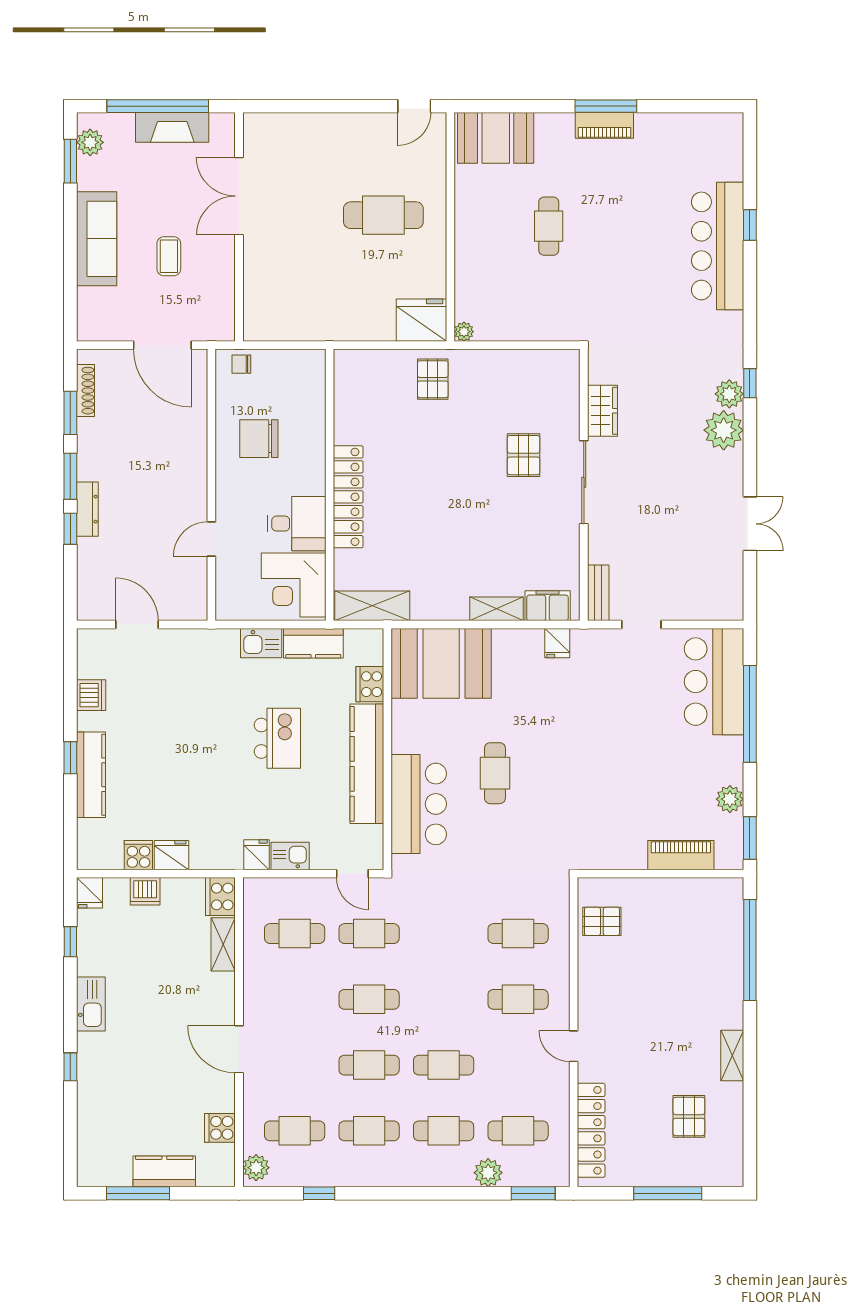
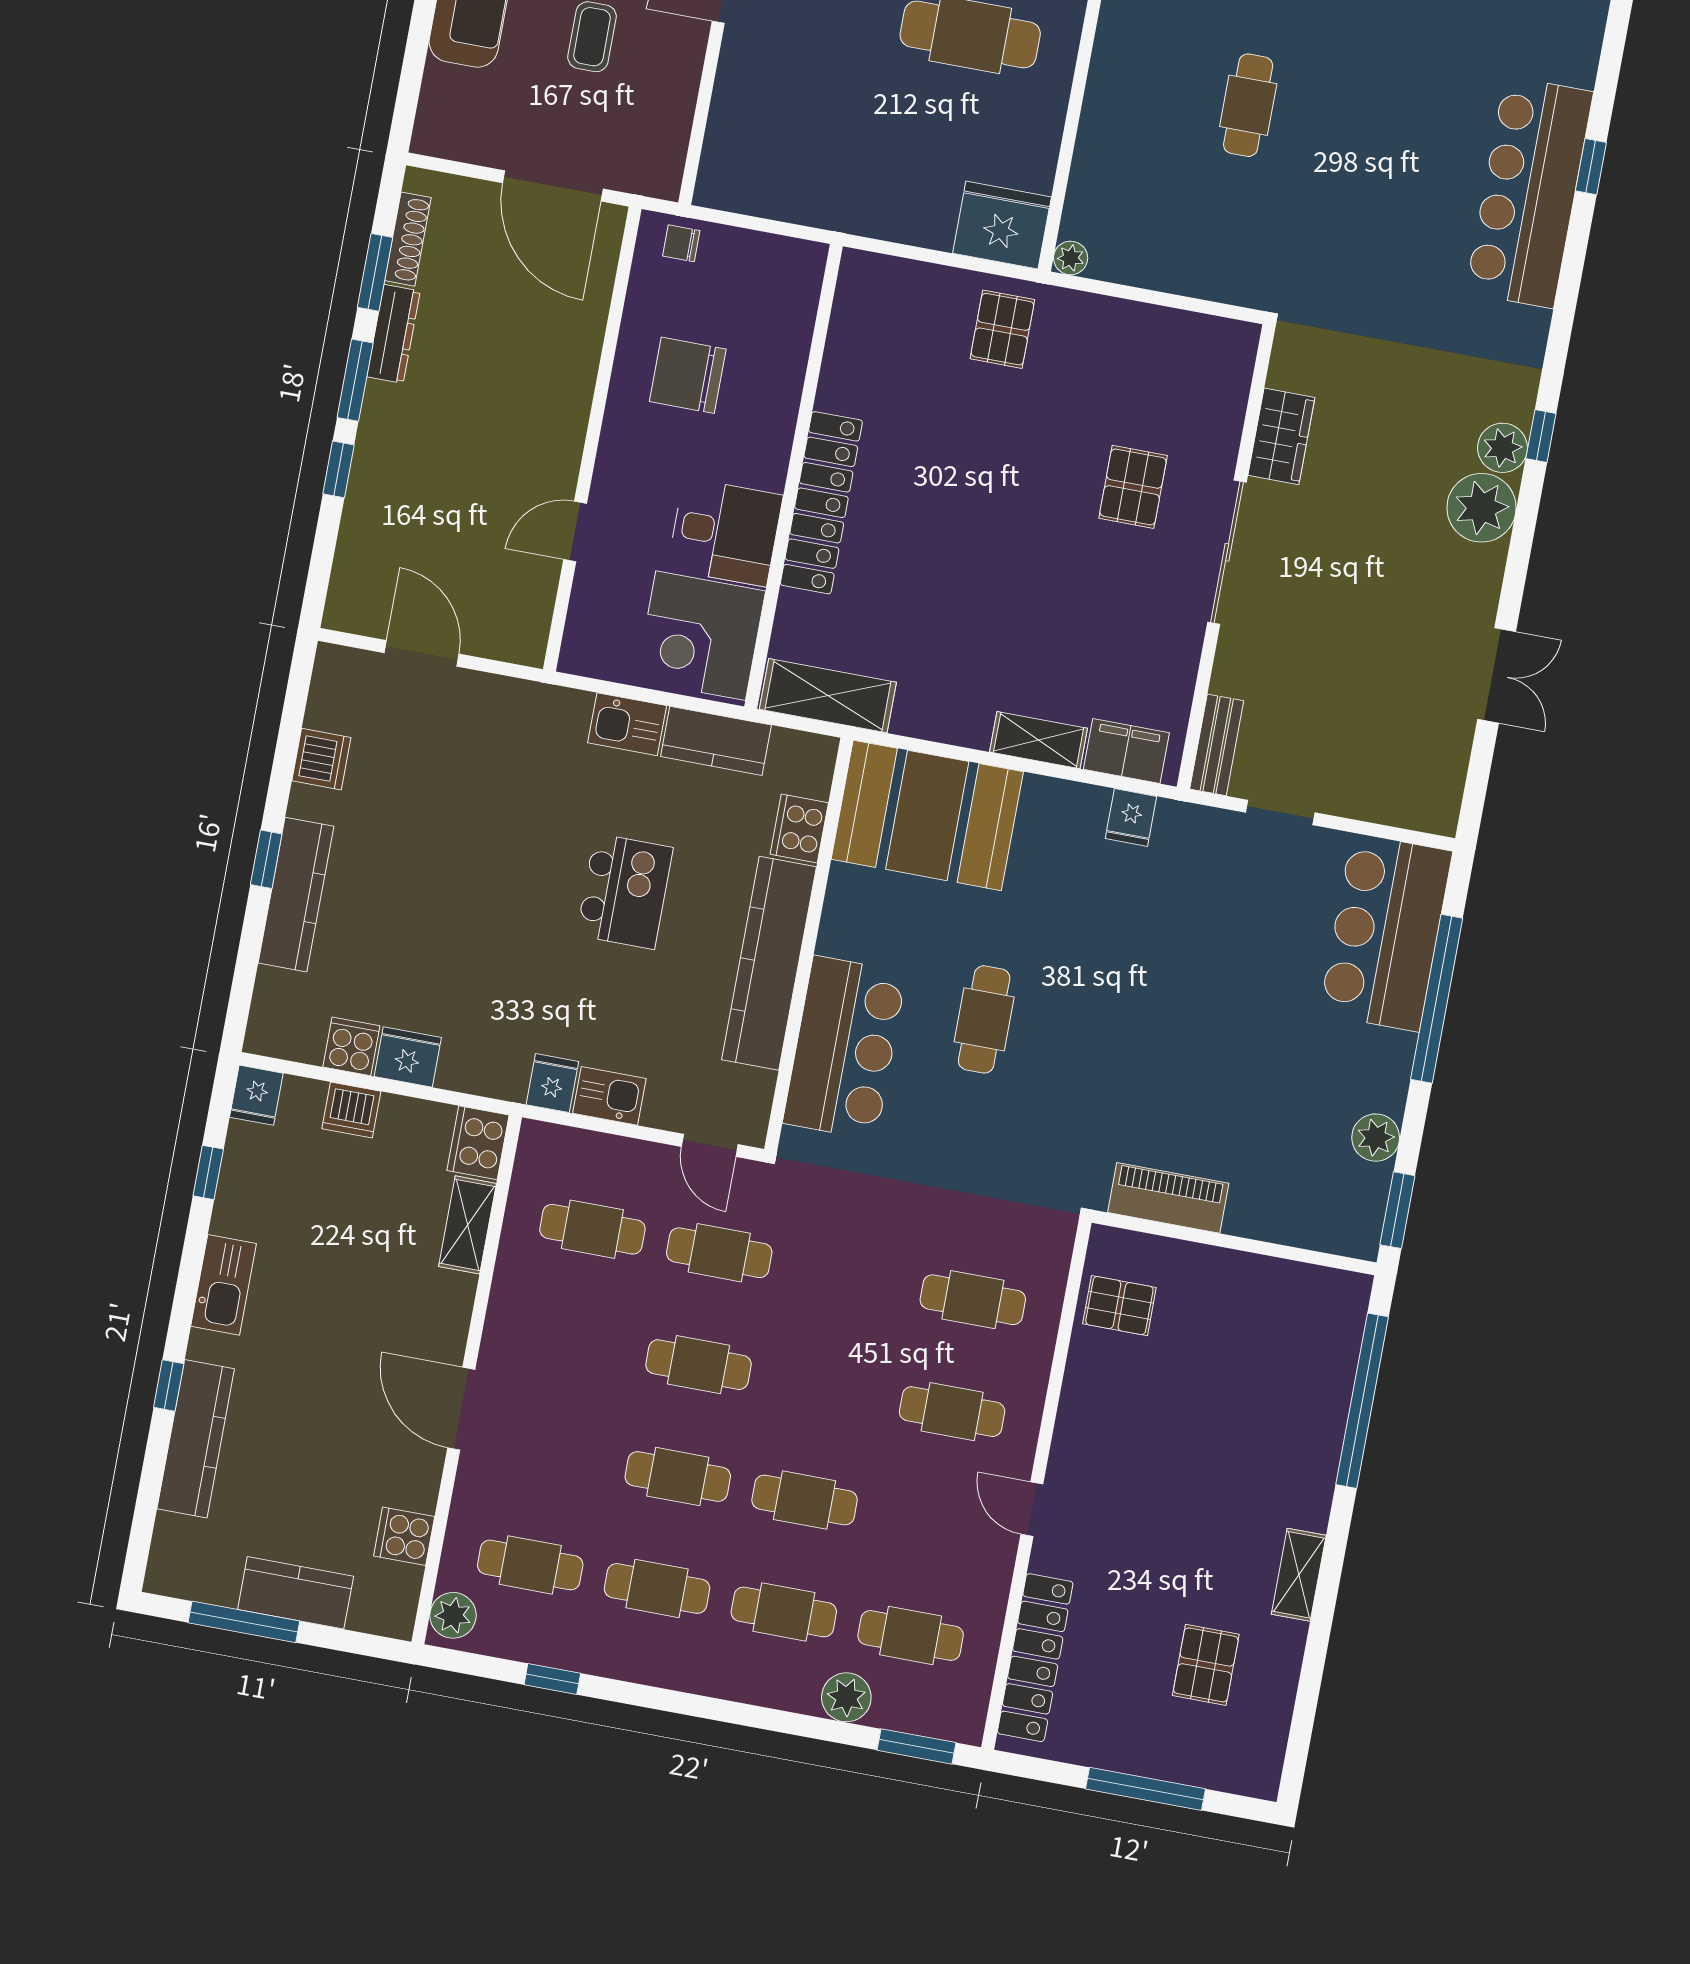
dresser: (87, 509) -> (393, 334), moved
piano: (681, 855) -> (1168, 1198), moved
kitchen counter: (91, 1094) -> (196, 1439), added

